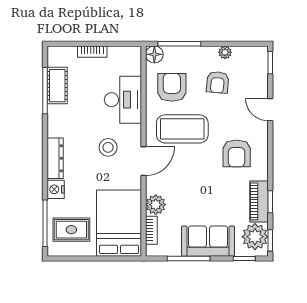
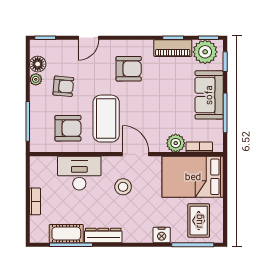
floor lamp: (154, 54) -> (38, 64), moved
armchair: (172, 87) -> (68, 128), turned 180
dresser: (55, 158) -> (103, 235), moved

